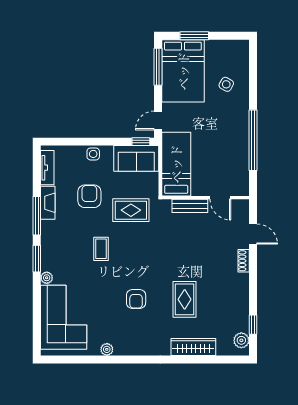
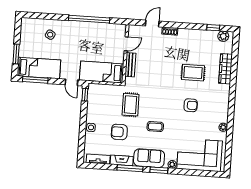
bed: (183, 71) -> (39, 68), width x0.67
sofa: (136, 158) -> (149, 158), moved, turned -90

